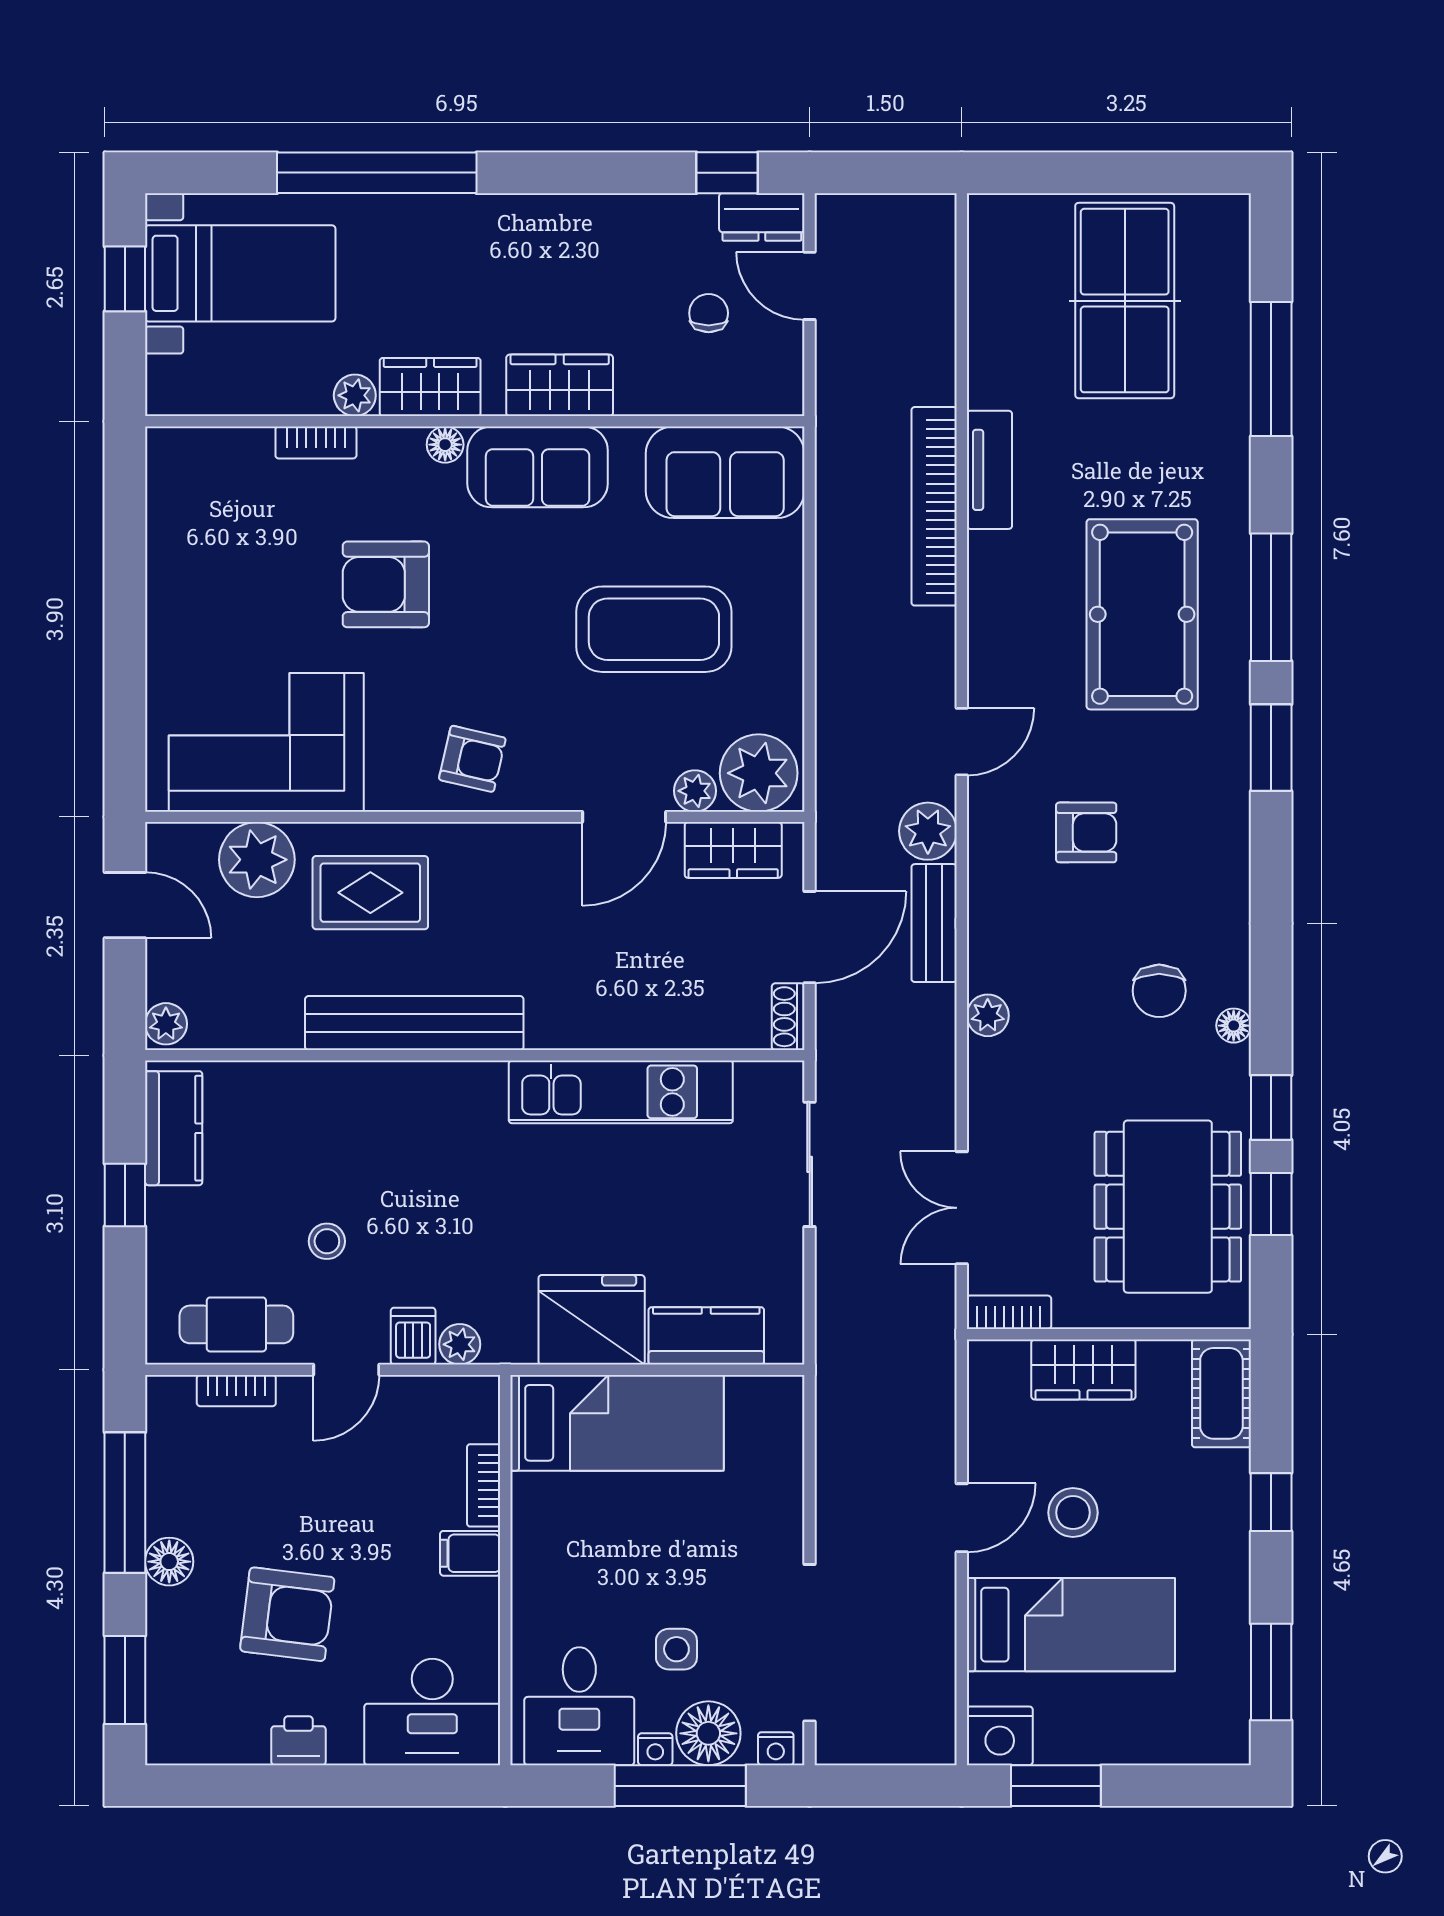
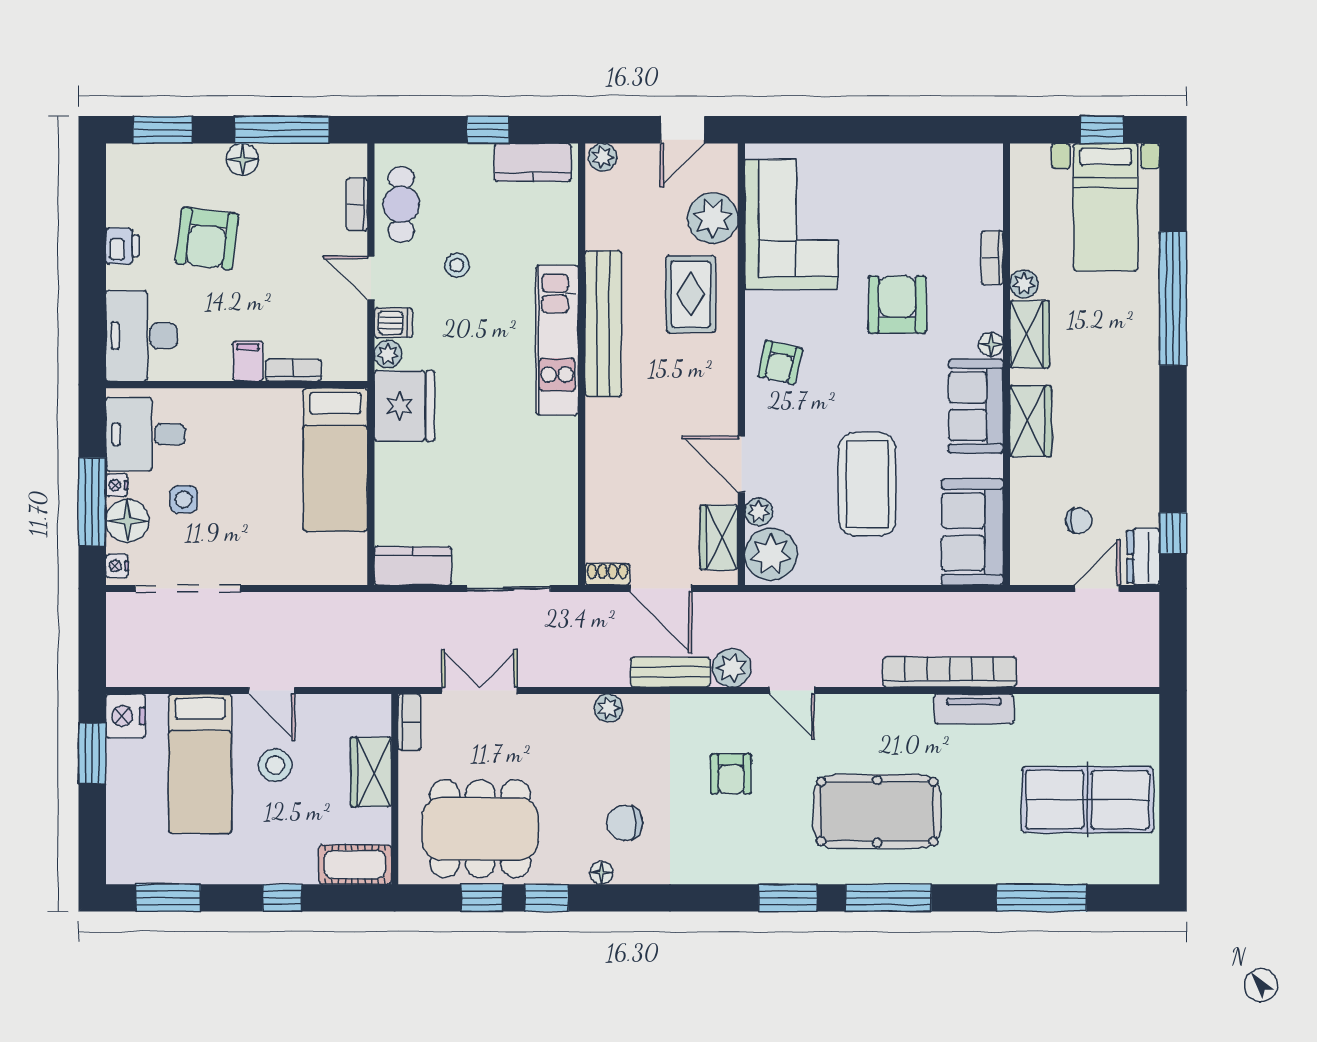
kitchen unit: (621, 1092) -> (557, 340), moved
fridge: (592, 1320) -> (404, 406), moved
kitchen counter: (706, 1336) -> (413, 566), moved, turned -90

